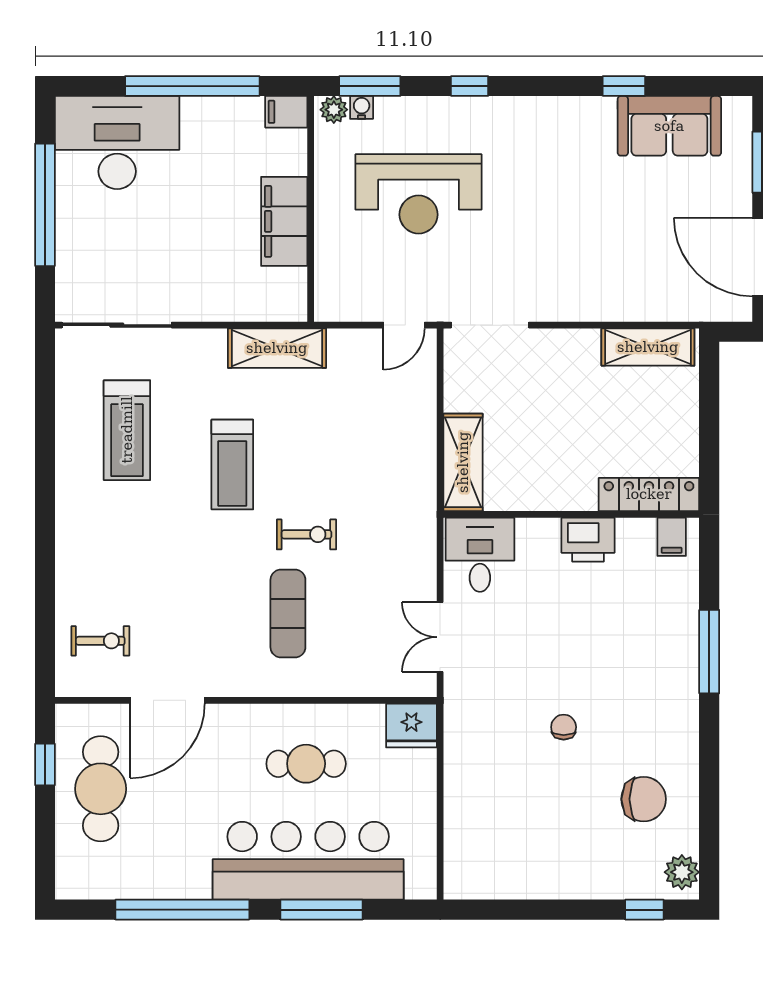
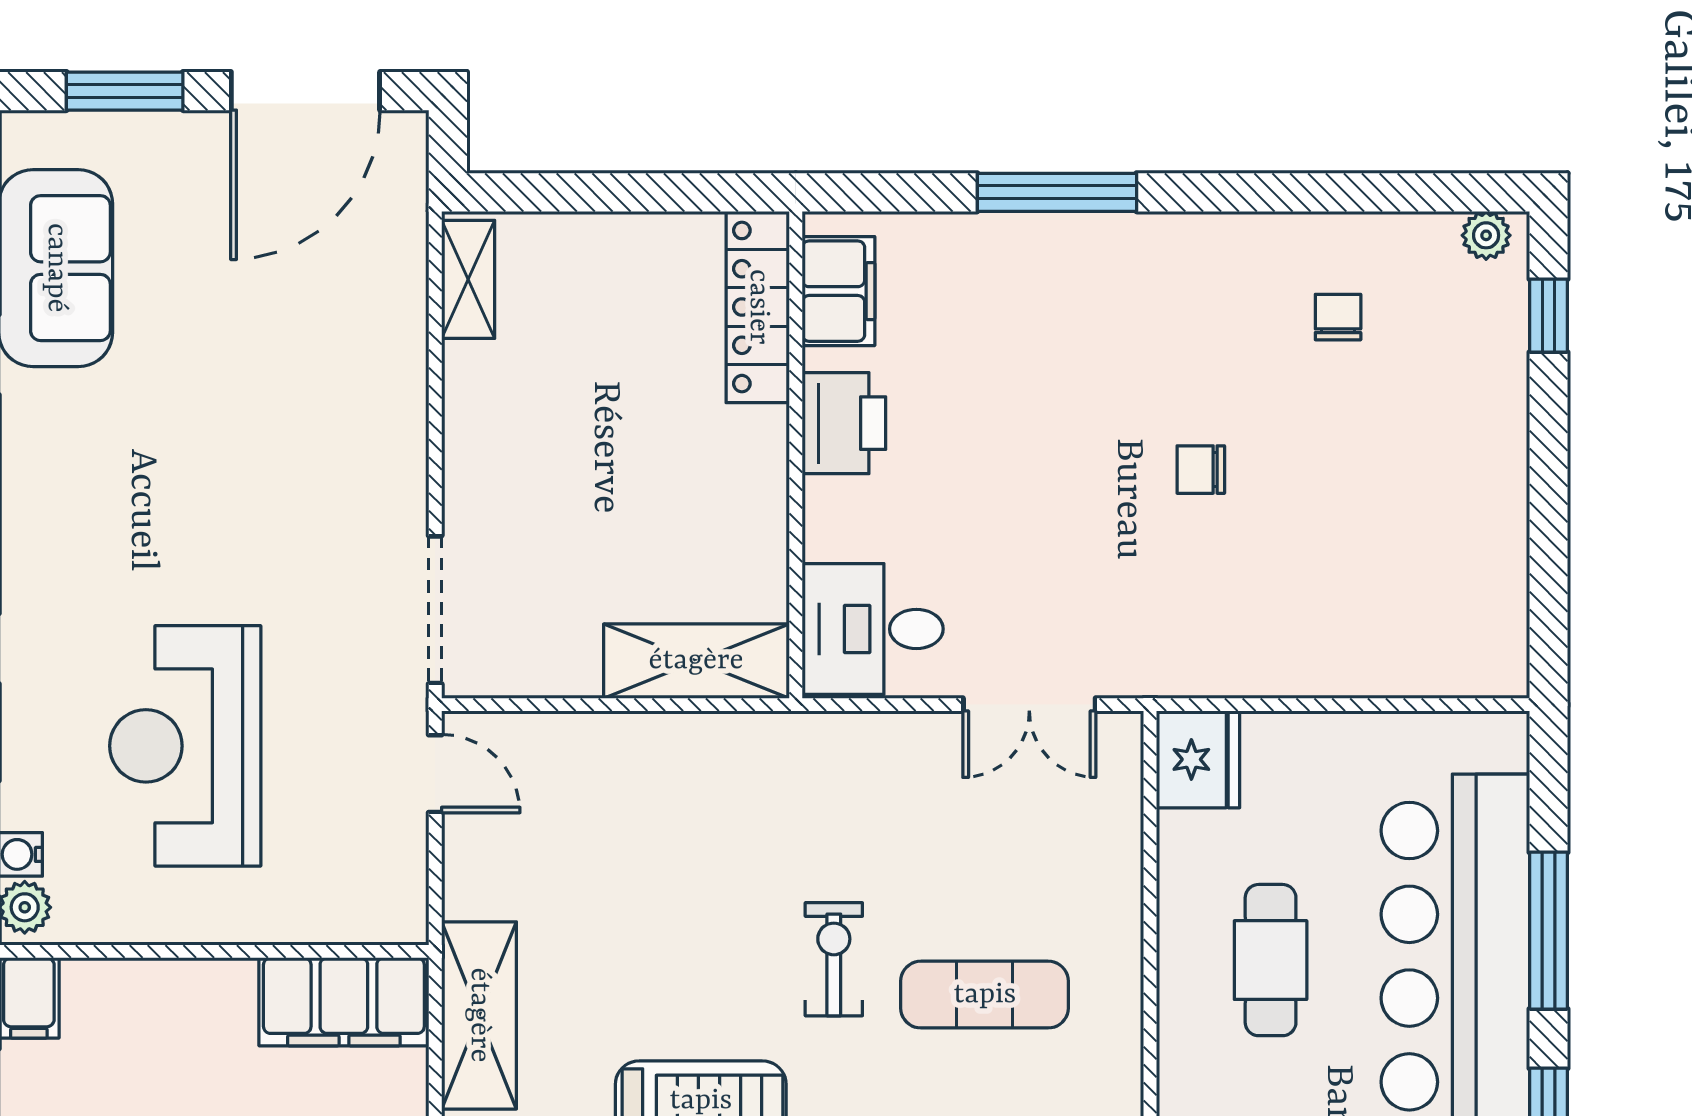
reception desk: (419, 194) -> (185, 746), turned 180
filing cabinet: (284, 221) -> (344, 1002), moved
shelving: (648, 347) -> (468, 279), width x0.67, depth x0.75
filing cabinet: (672, 537) -> (838, 291), width x2.00
chair: (644, 799) -> (1338, 317), width x0.54, depth x0.54
plant: (682, 872) -> (1486, 235), width x0.73, depth x0.73

